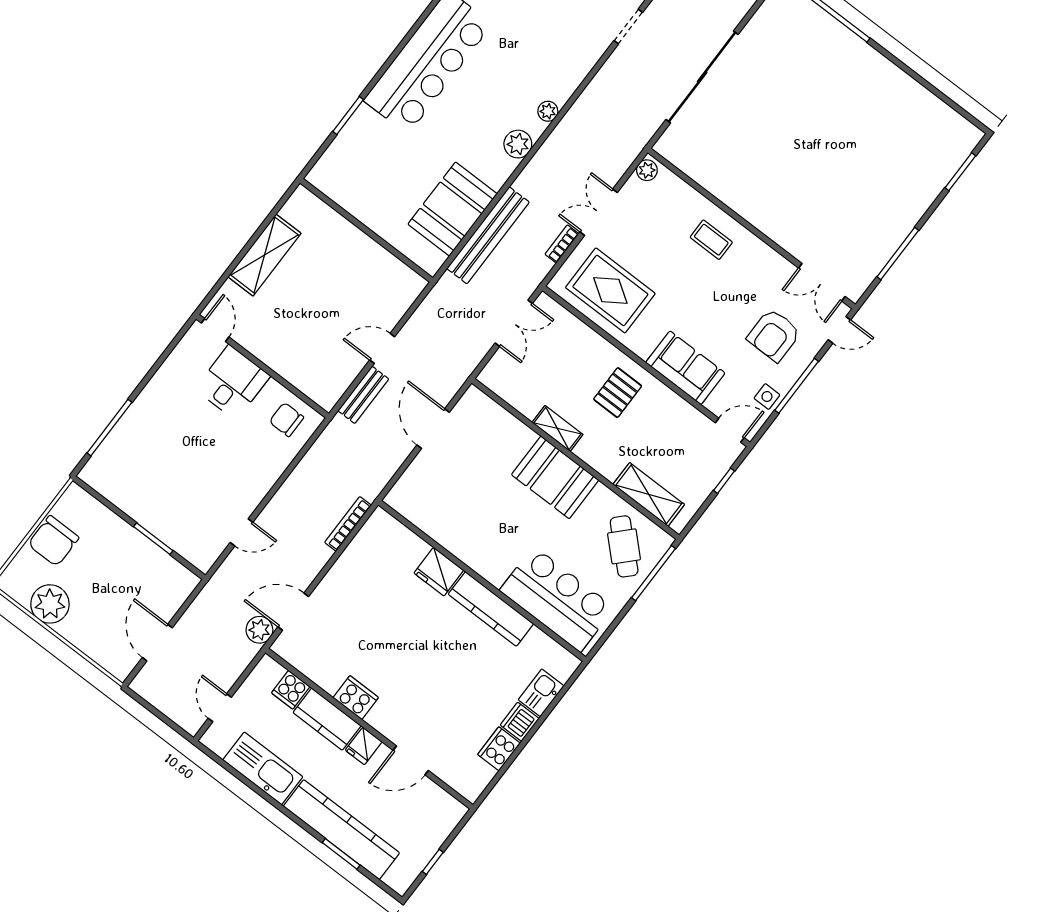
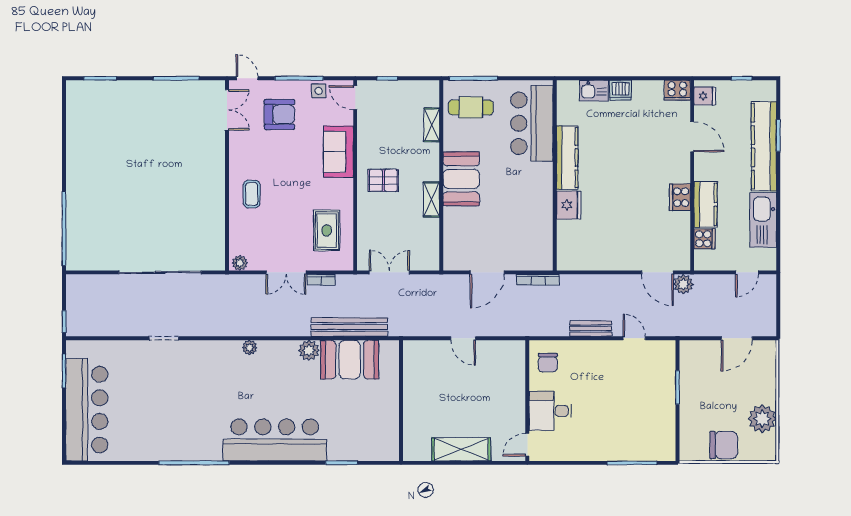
plant: (518, 144) -> (309, 350), moved
rug: (610, 290) -> (327, 230), width x0.73, depth x0.70
bench: (363, 395) -> (591, 329), moved
shelving: (649, 494) -> (432, 125), width x0.67, depth x0.75
bookcase: (348, 524) -> (538, 280), moved
cafe table: (624, 546) -> (471, 108), turned 46
fridge: (364, 746) -> (705, 96), moved
cooker: (499, 749) -> (677, 90), moved

